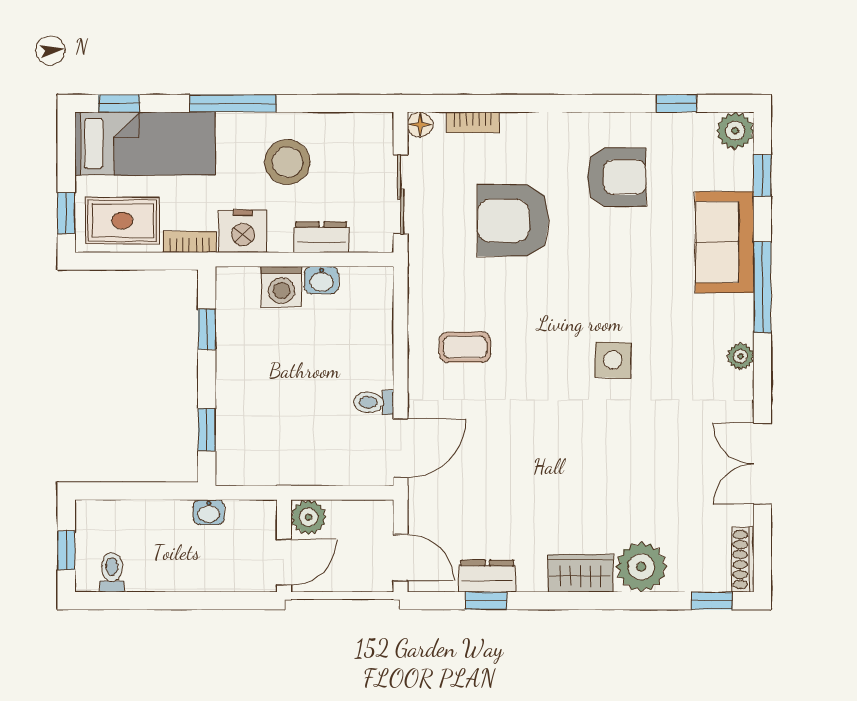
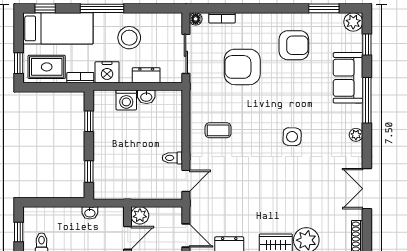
window: (677, 103) -> (324, 8), width x1.50
door: (401, 448) -> (186, 181), width x0.73

